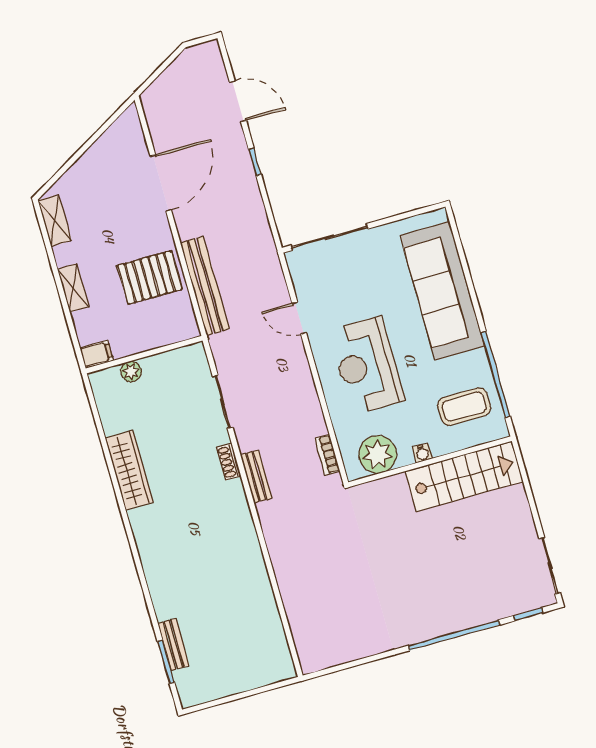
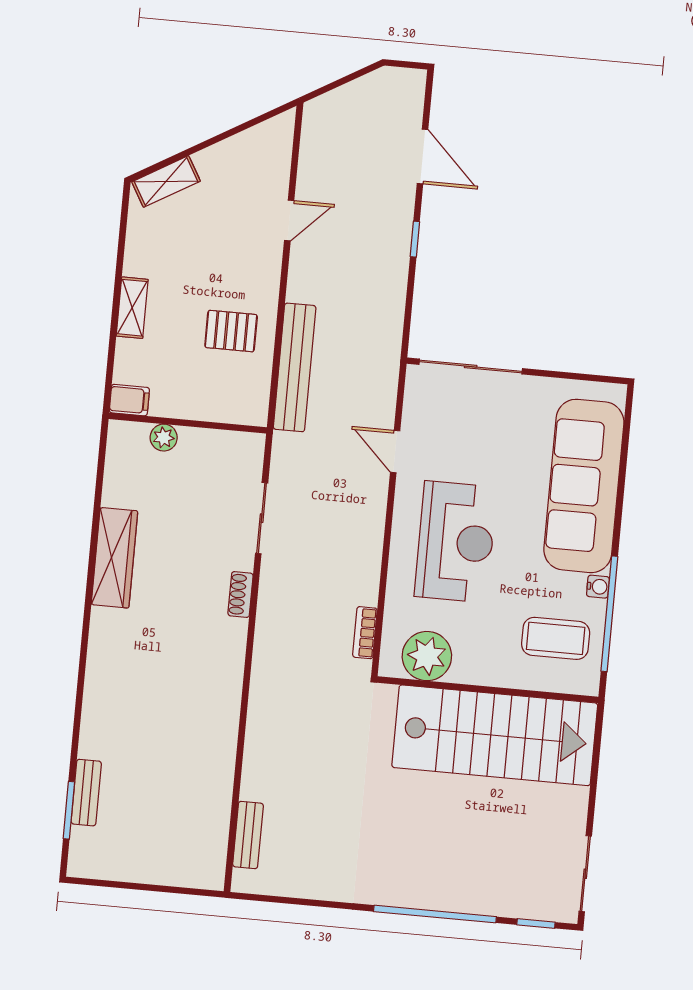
door: (161, 183) -> (289, 221), width x0.53
shelving: (55, 221) -> (166, 181), moved, turned 60
pallet: (150, 277) -> (231, 331), width x0.67, depth x0.71
reception desk: (367, 365) -> (456, 542), turned 180
water cooler: (422, 453) -> (598, 587), moved, turned -90
bench: (256, 476) -> (248, 835), moved
stairs: (464, 476) -> (495, 735), width x1.36, depth x1.51

